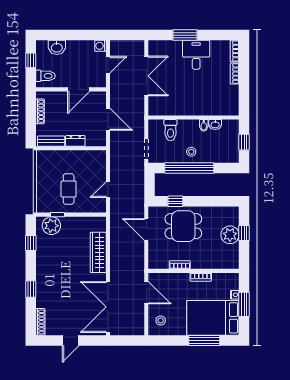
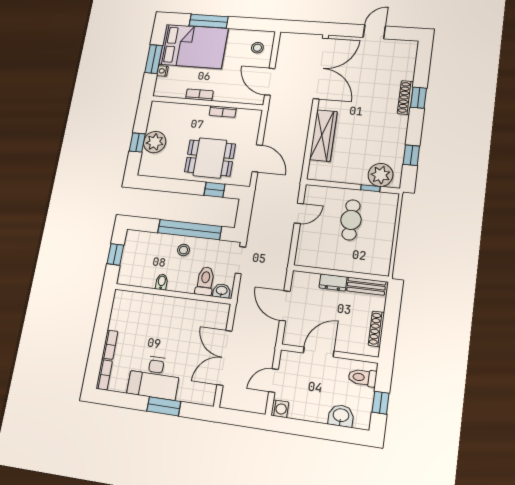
desk: (196, 55) -> (154, 377), width x1.37
washbasin: (215, 125) -> (222, 291), moved
shoe rack: (40, 322) -> (405, 97), moved

